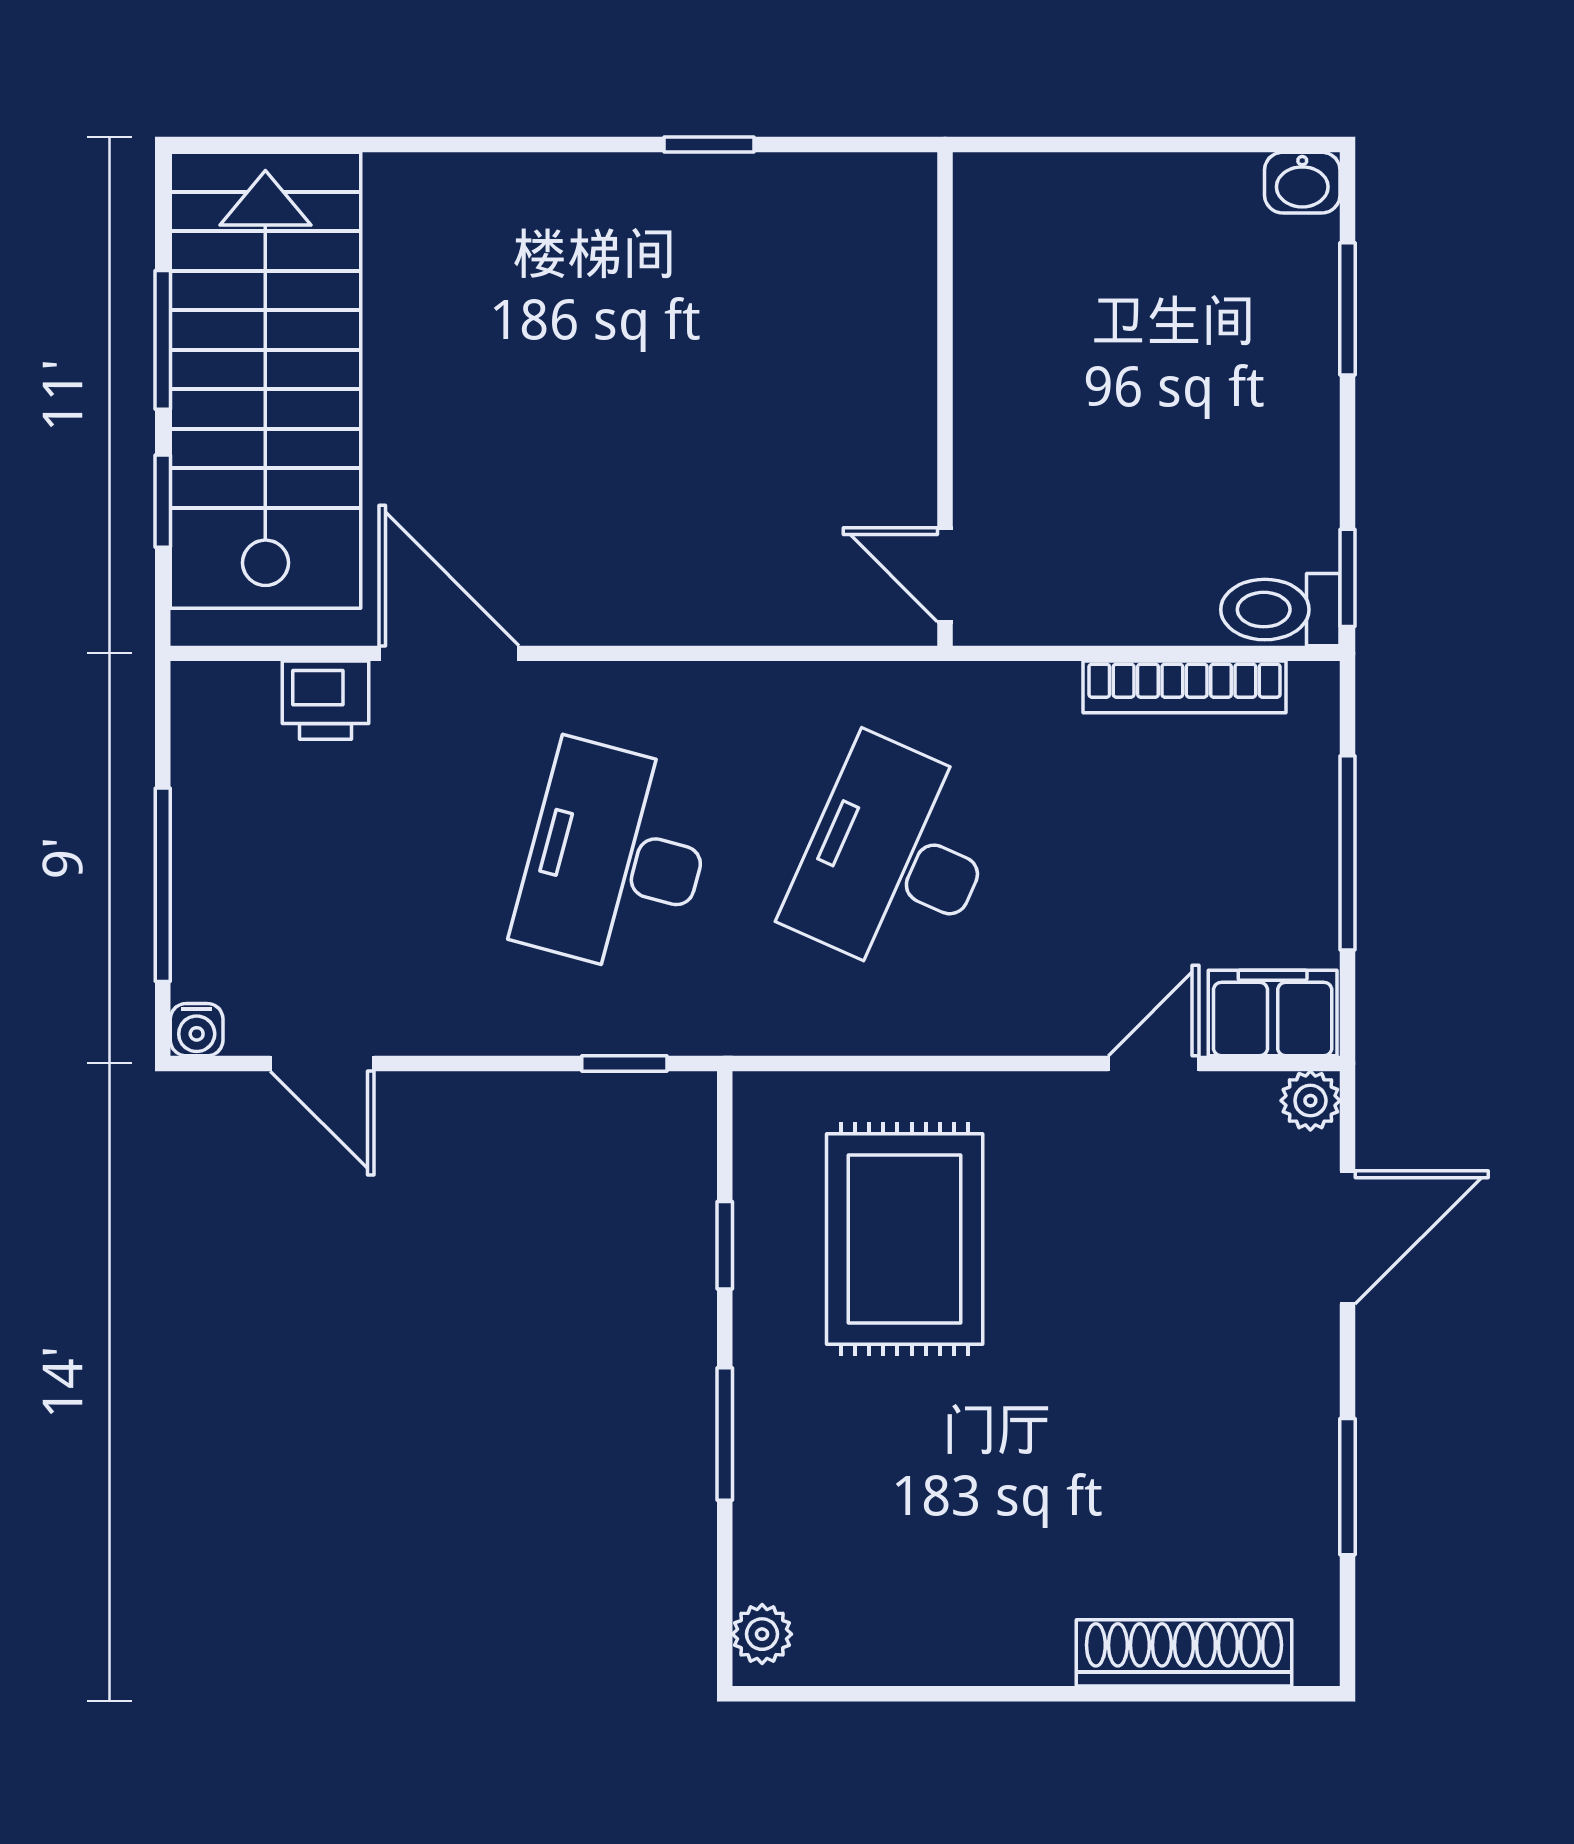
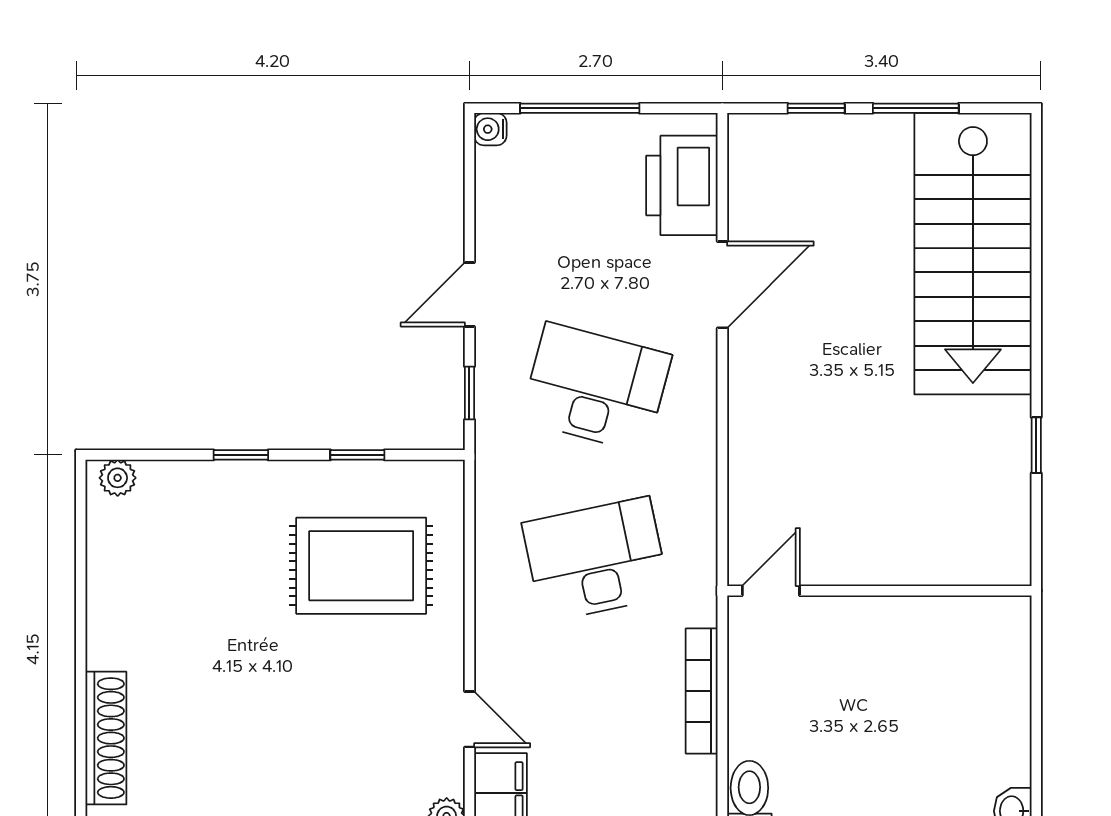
stairs: (265, 380) -> (973, 254), moved, turned 90
bookcase: (1184, 687) -> (702, 691), moved
printer: (326, 700) -> (682, 185), width x1.87, depth x1.48
desk: (895, 858) -> (596, 560), turned -36
door: (322, 1063) -> (469, 295), moved
window: (725, 1434) -> (241, 455), width x0.67

